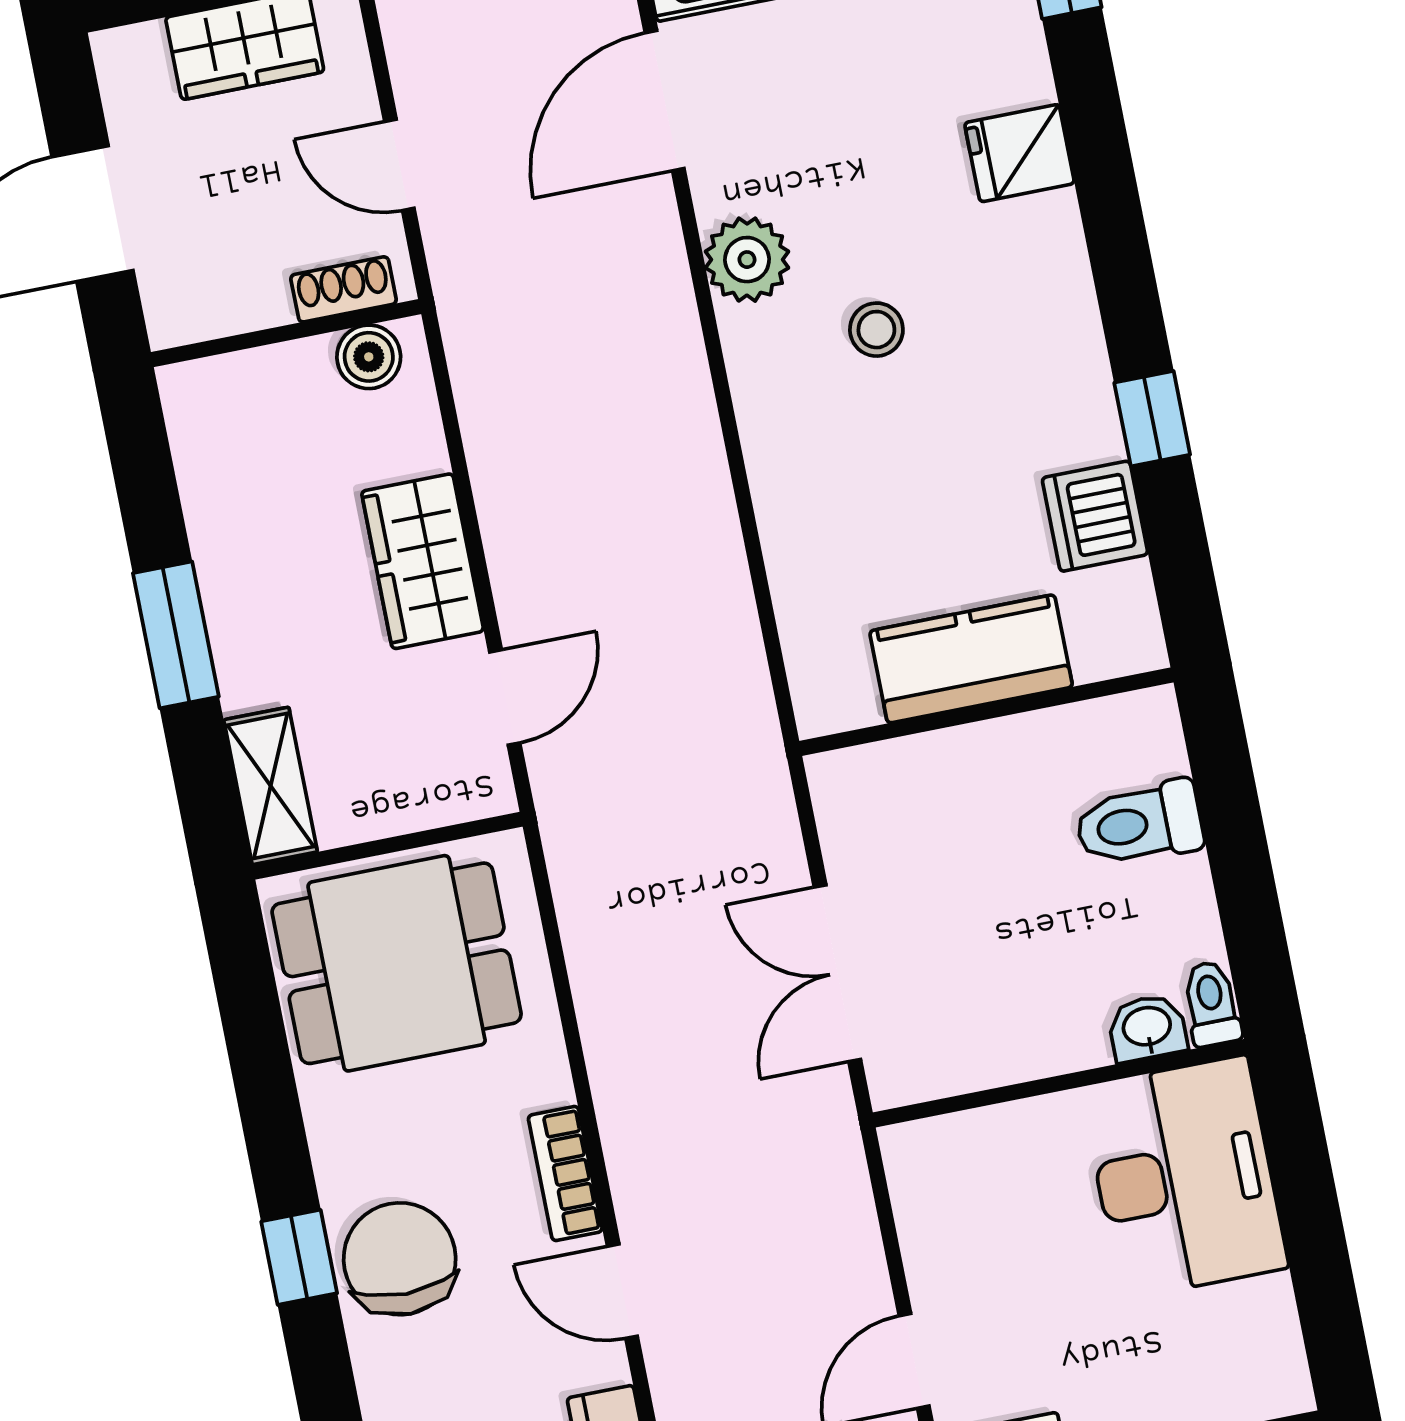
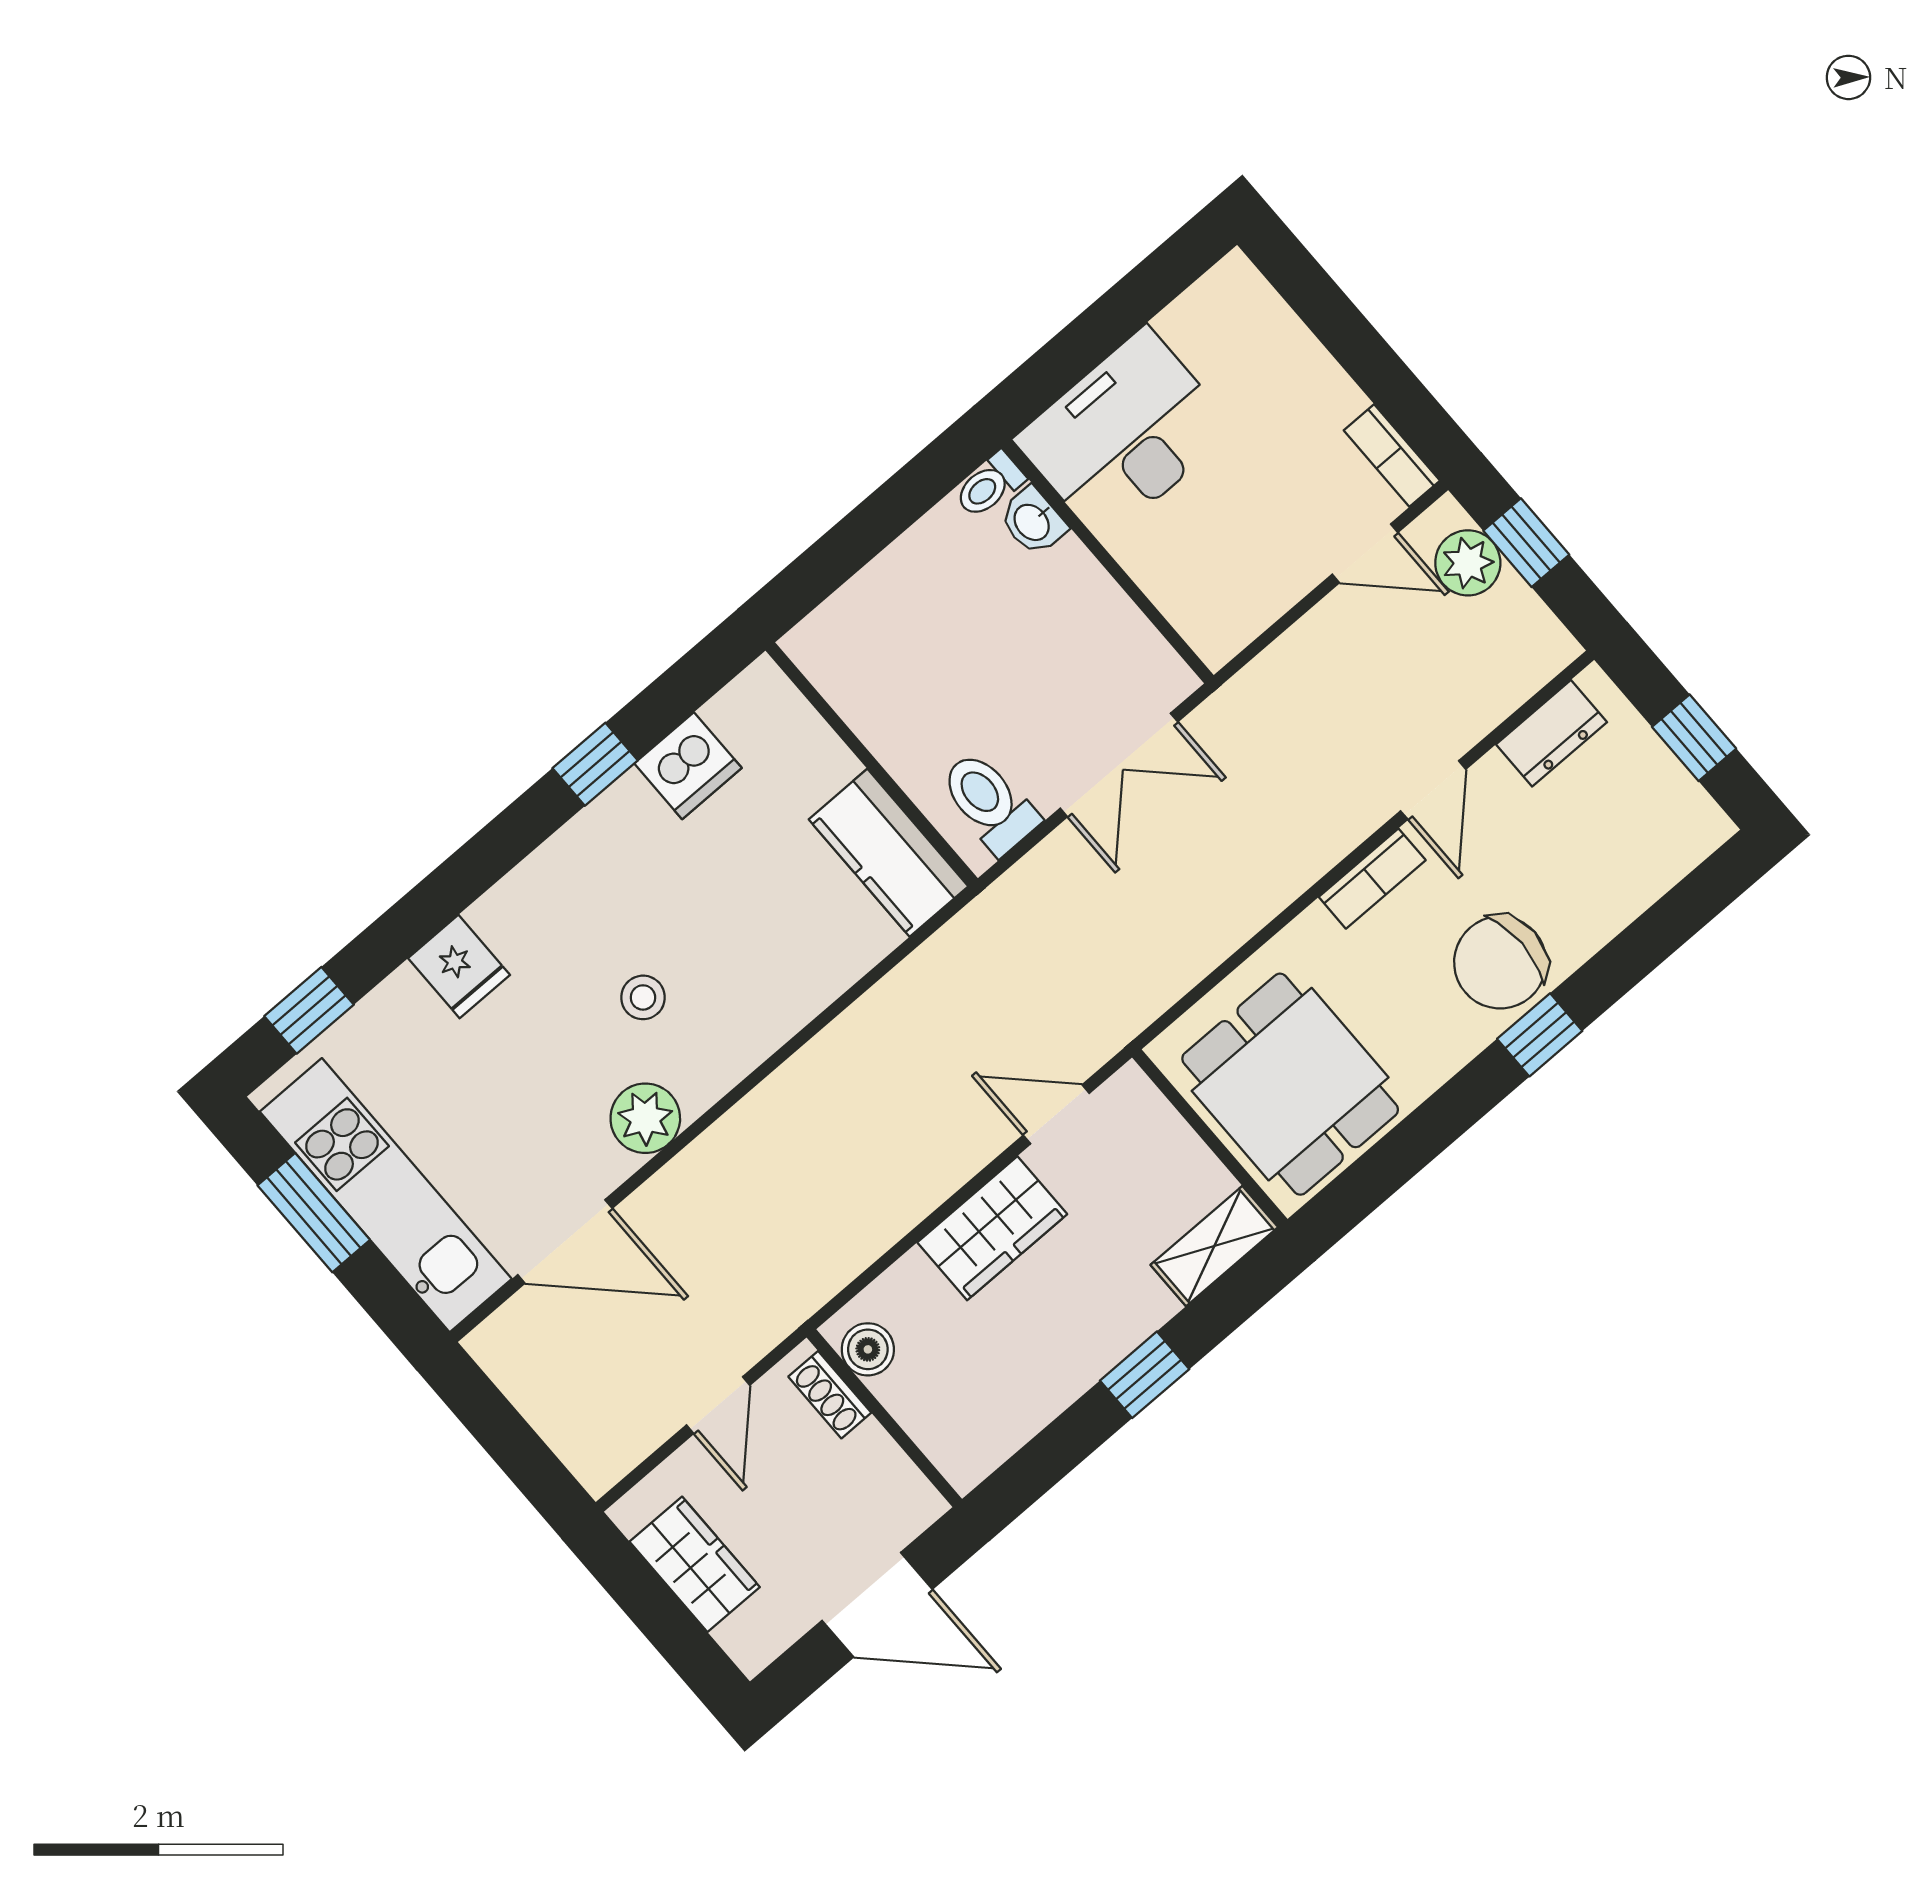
window: (176, 635) -> (1145, 1375), width x0.67
kitchen counter: (971, 659) -> (888, 853), moved
toilet: (1139, 824) -> (989, 802), moved, turned 180

